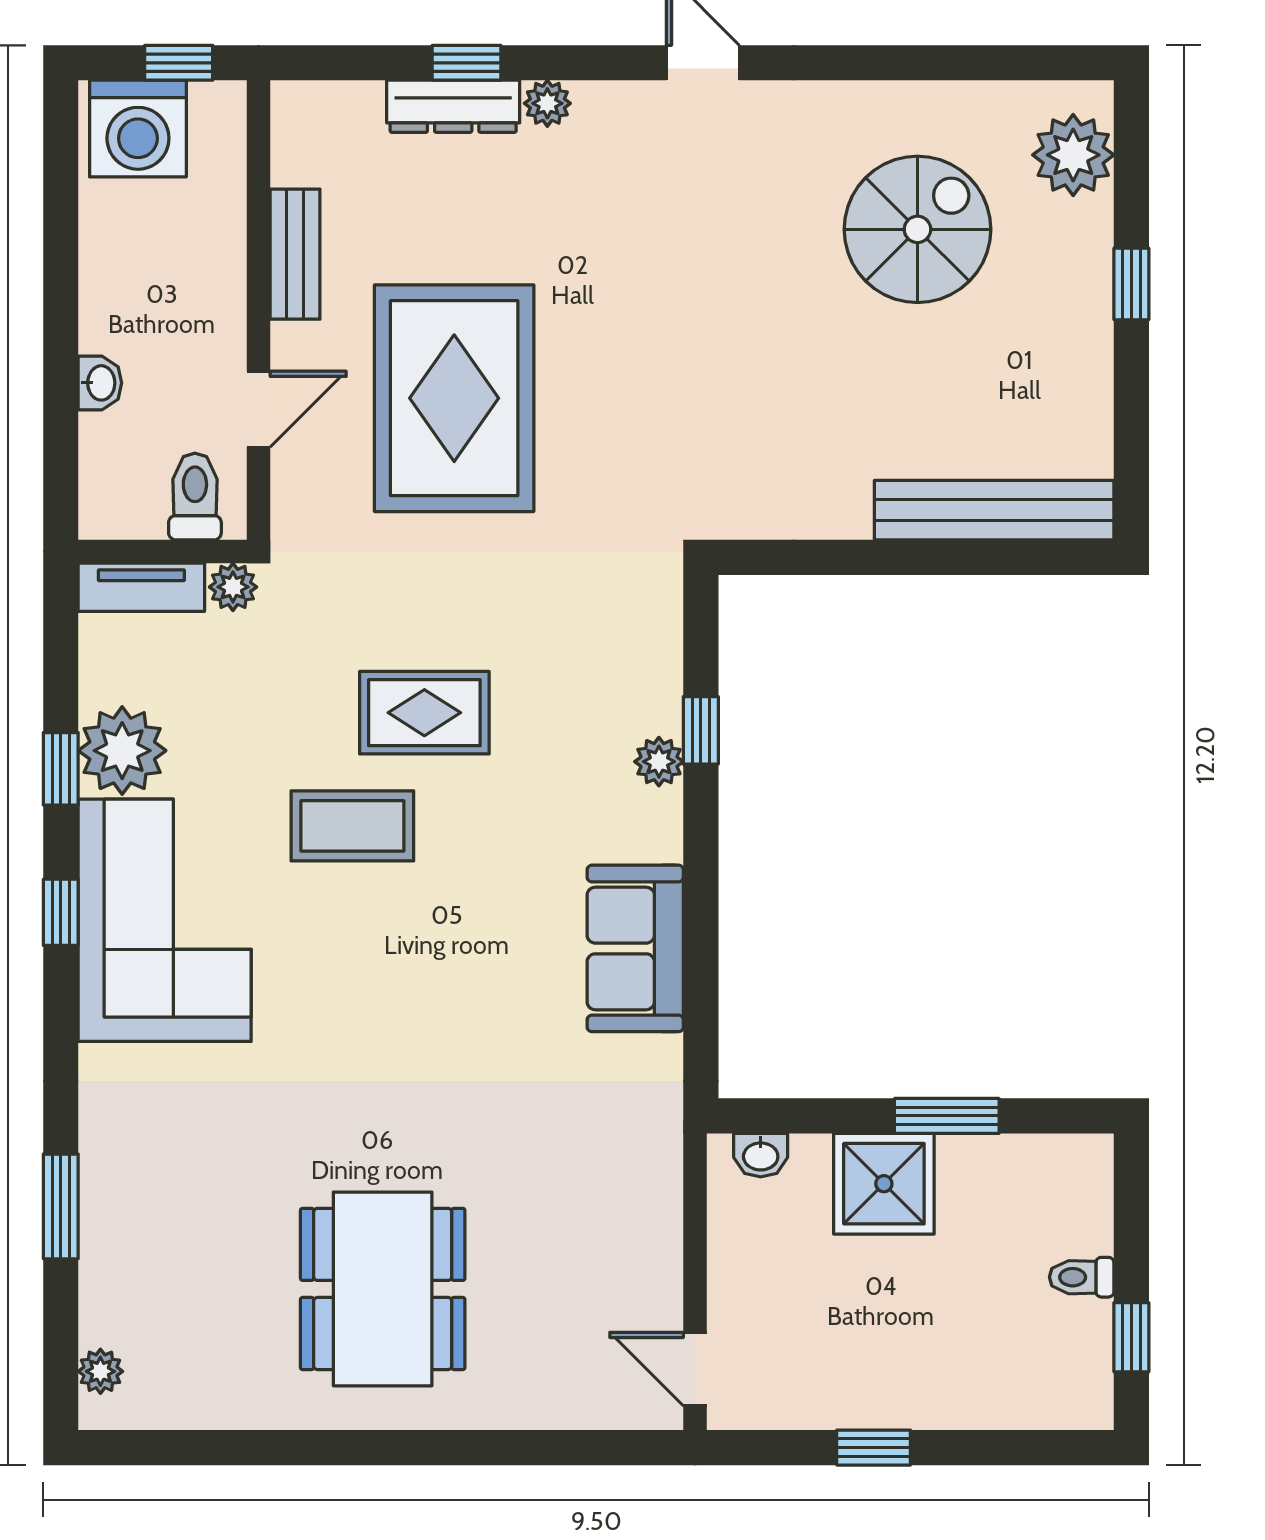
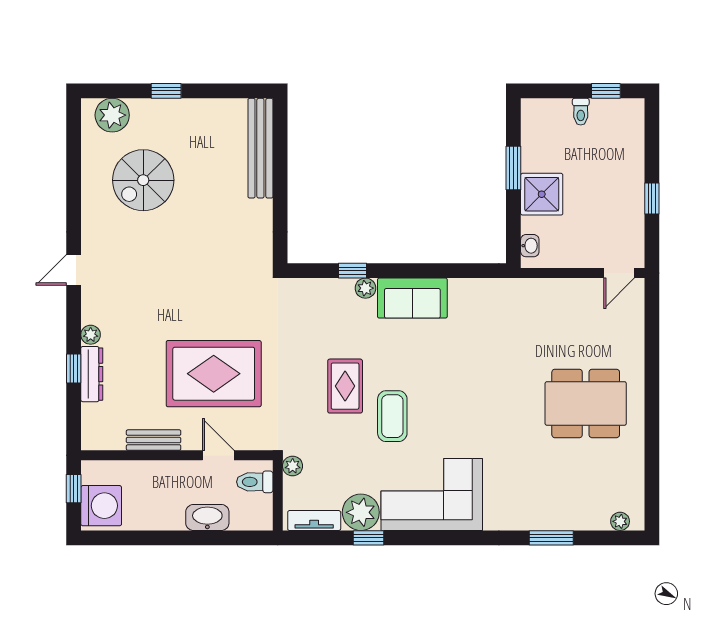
spiral stairs: (917, 229) -> (143, 180), turned -90
washbasin: (100, 383) -> (207, 517), width x1.91, depth x1.45
tv unit: (141, 587) -> (314, 521), moved, turned -90
window: (61, 912) -> (428, 538), removed
sofa: (635, 948) -> (412, 298), moved

